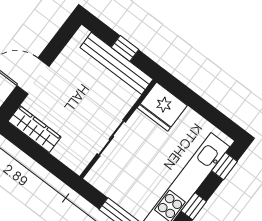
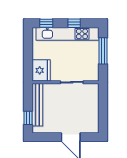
window: (125, 48) -> (28, 118), moved
wardrobe: (35, 129) -> (93, 119), removed

